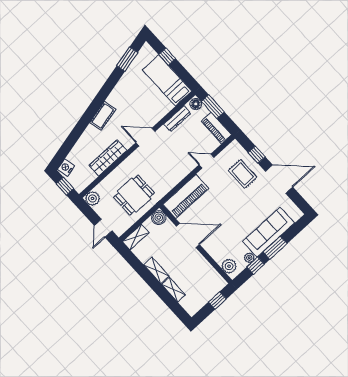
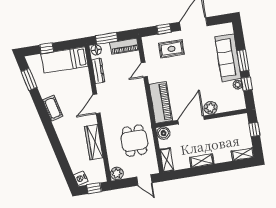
cot: (103, 116) -> (53, 108), moved
plant: (229, 266) -> (211, 108), moved
shelving: (173, 290) -> (243, 154), moved

